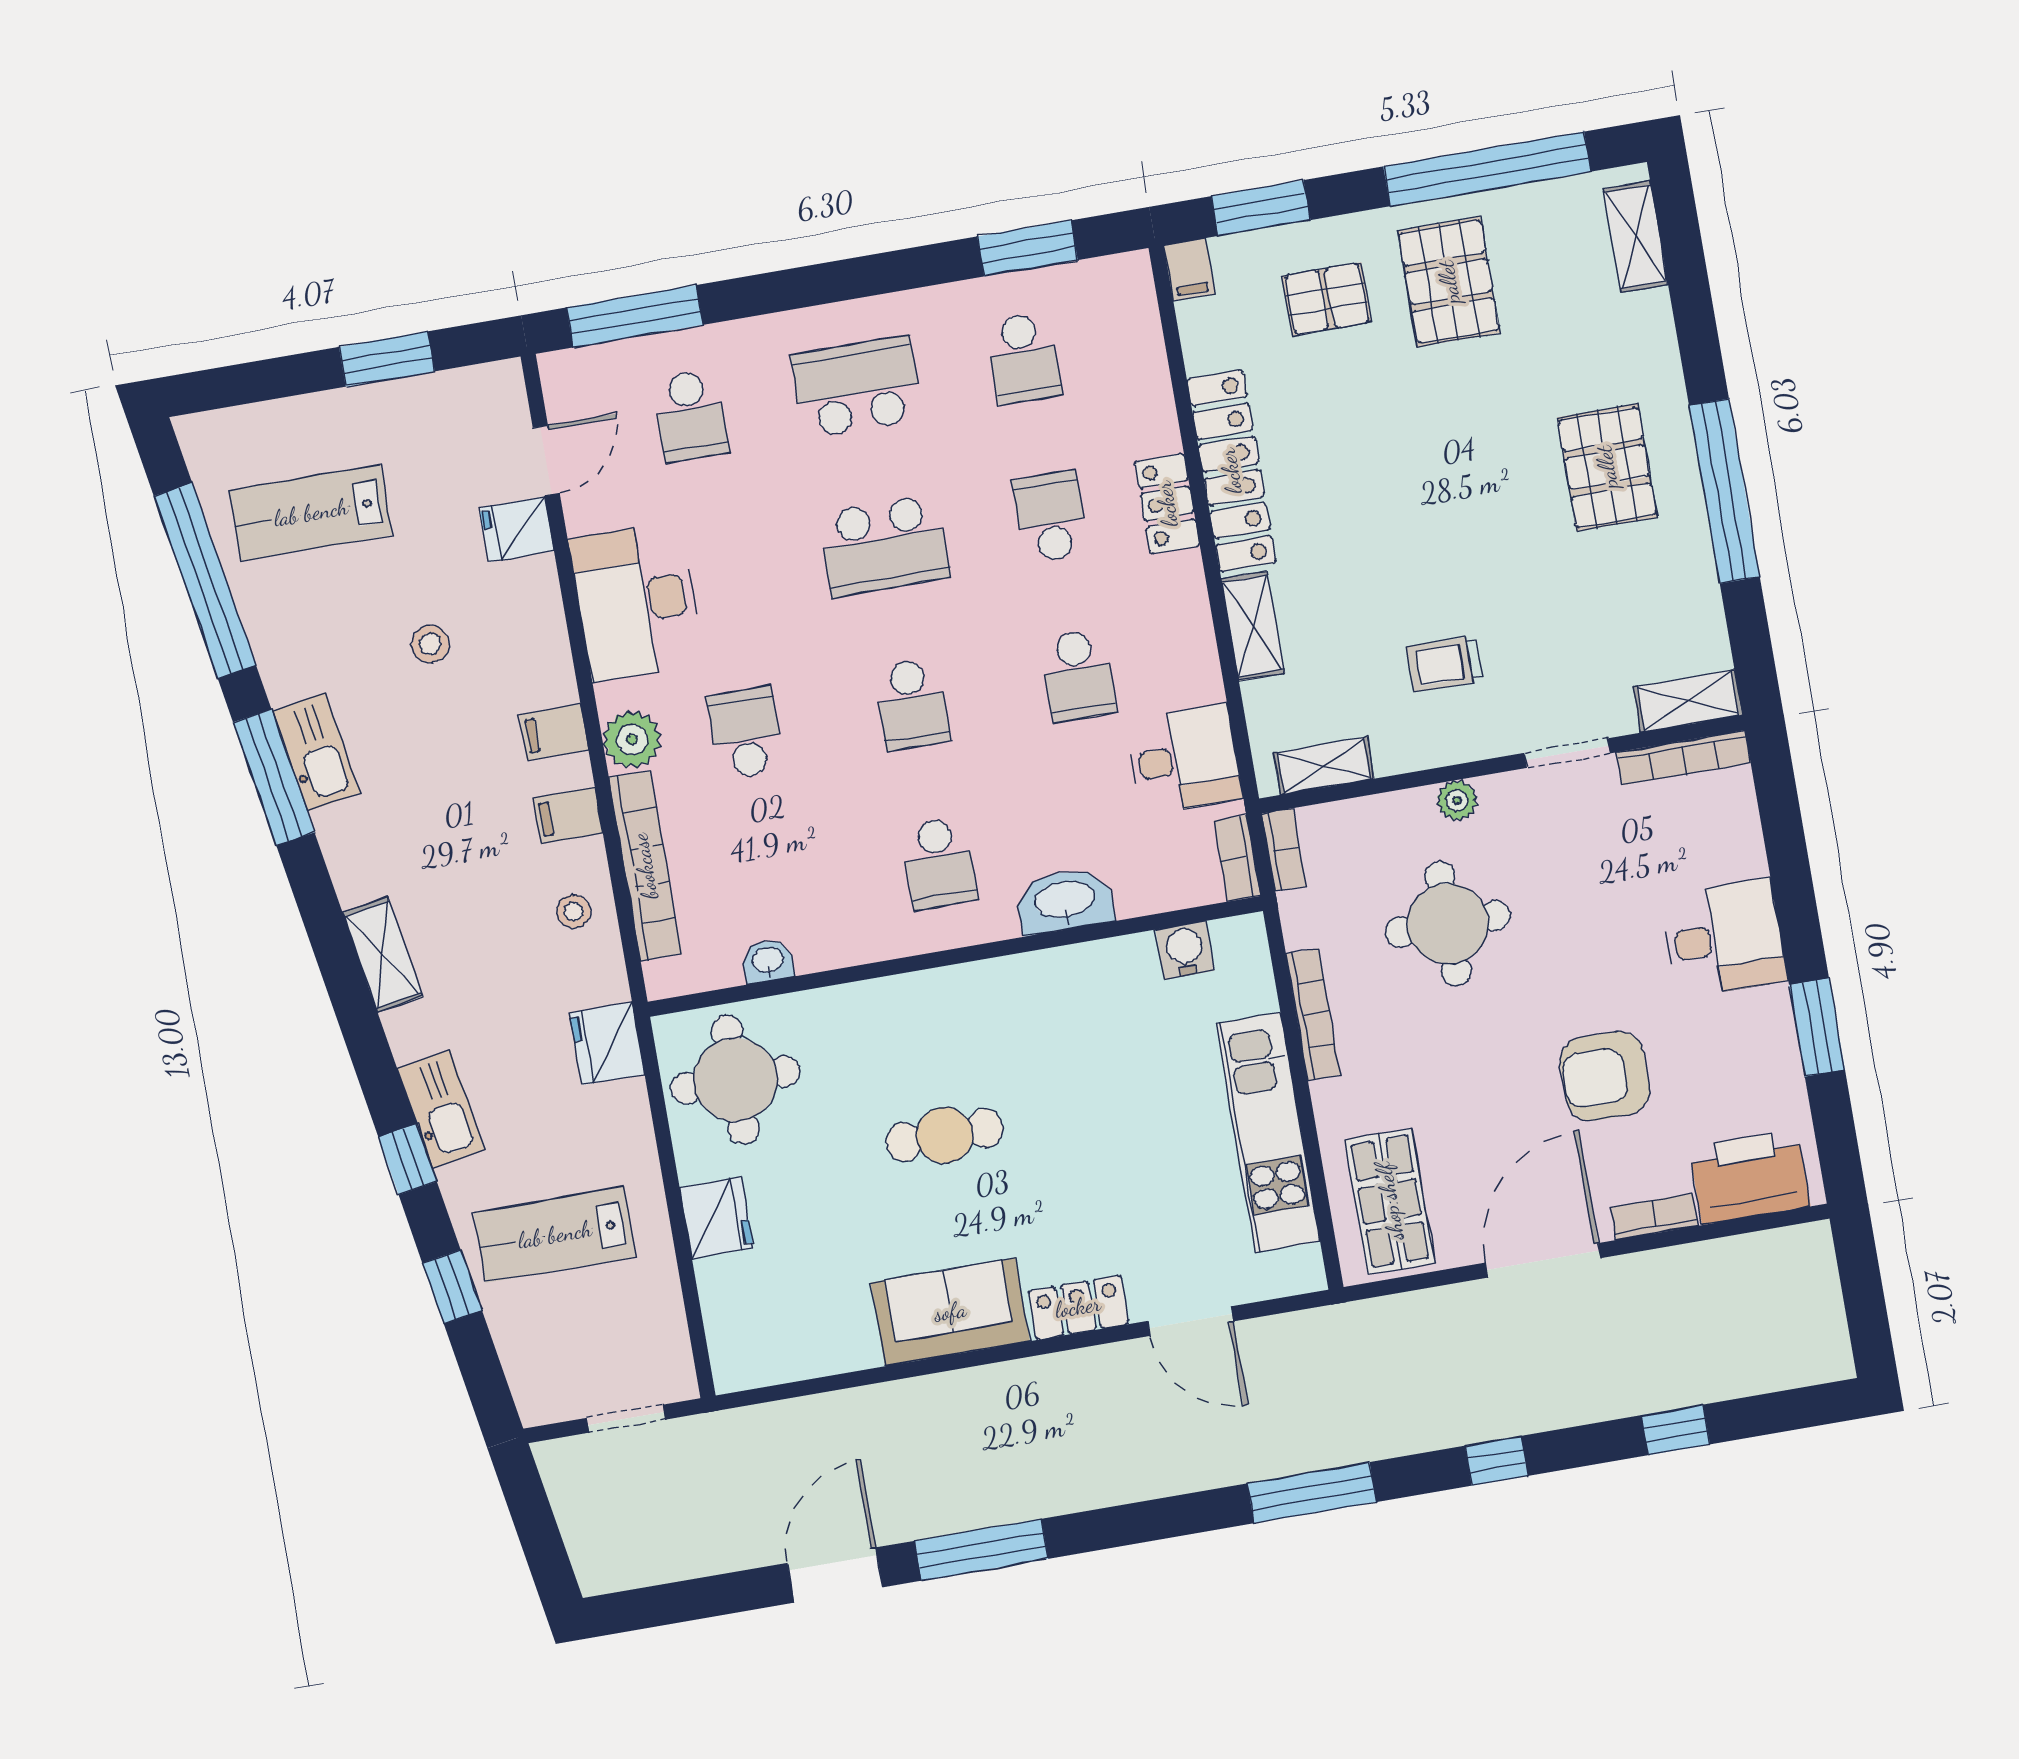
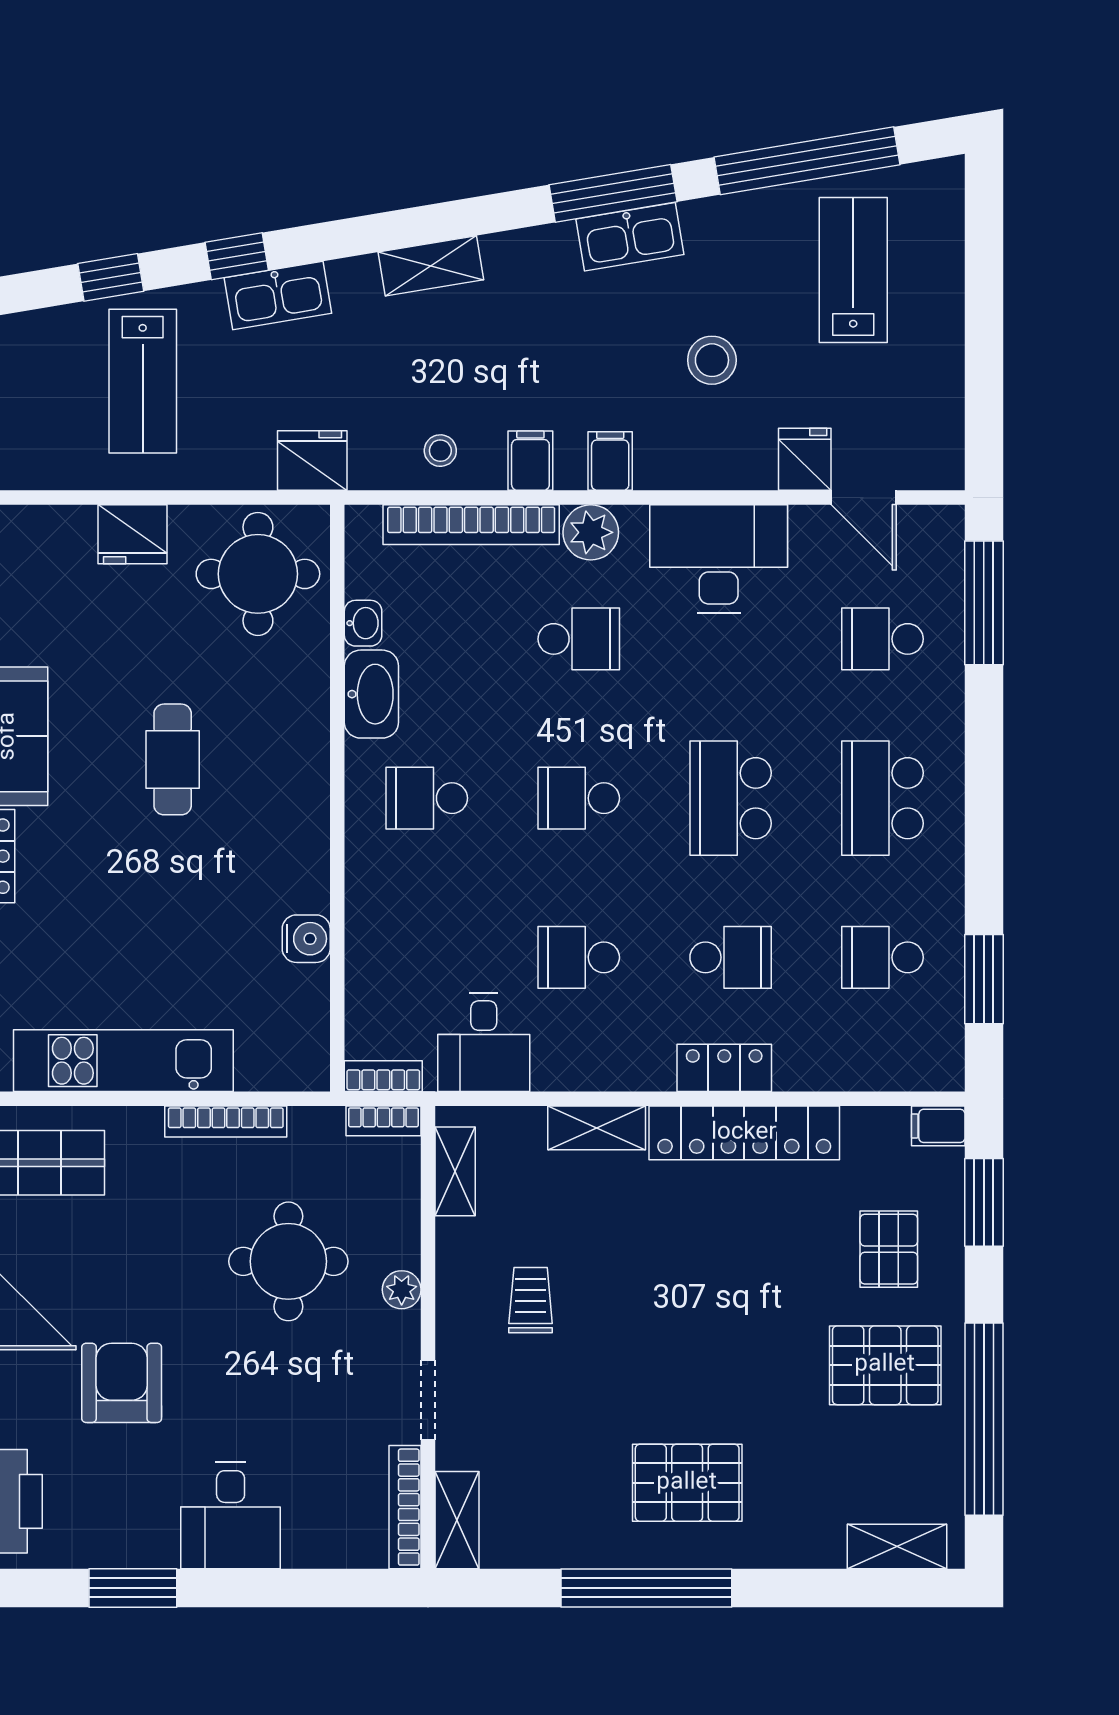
window: (387, 359) -> (984, 366), removed
school desk: (857, 387) -> (882, 798), turned 180
stool: (430, 644) -> (712, 360), width x1.37, depth x1.37
washbasin: (1065, 901) -> (371, 694), moved
water cooler: (1185, 950) -> (306, 939), moved
lab bench: (555, 1235) -> (143, 381), turned 180

